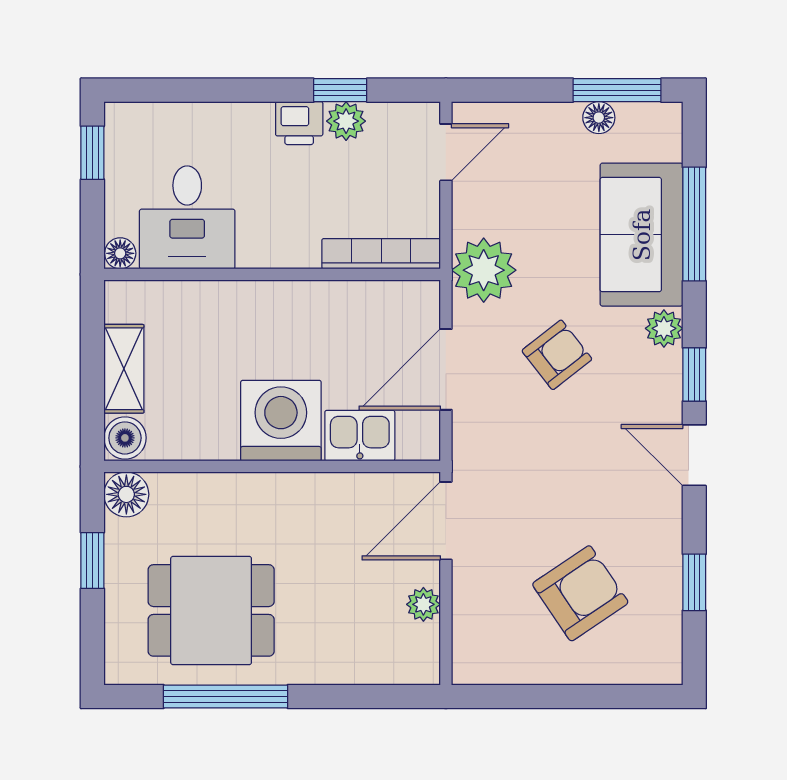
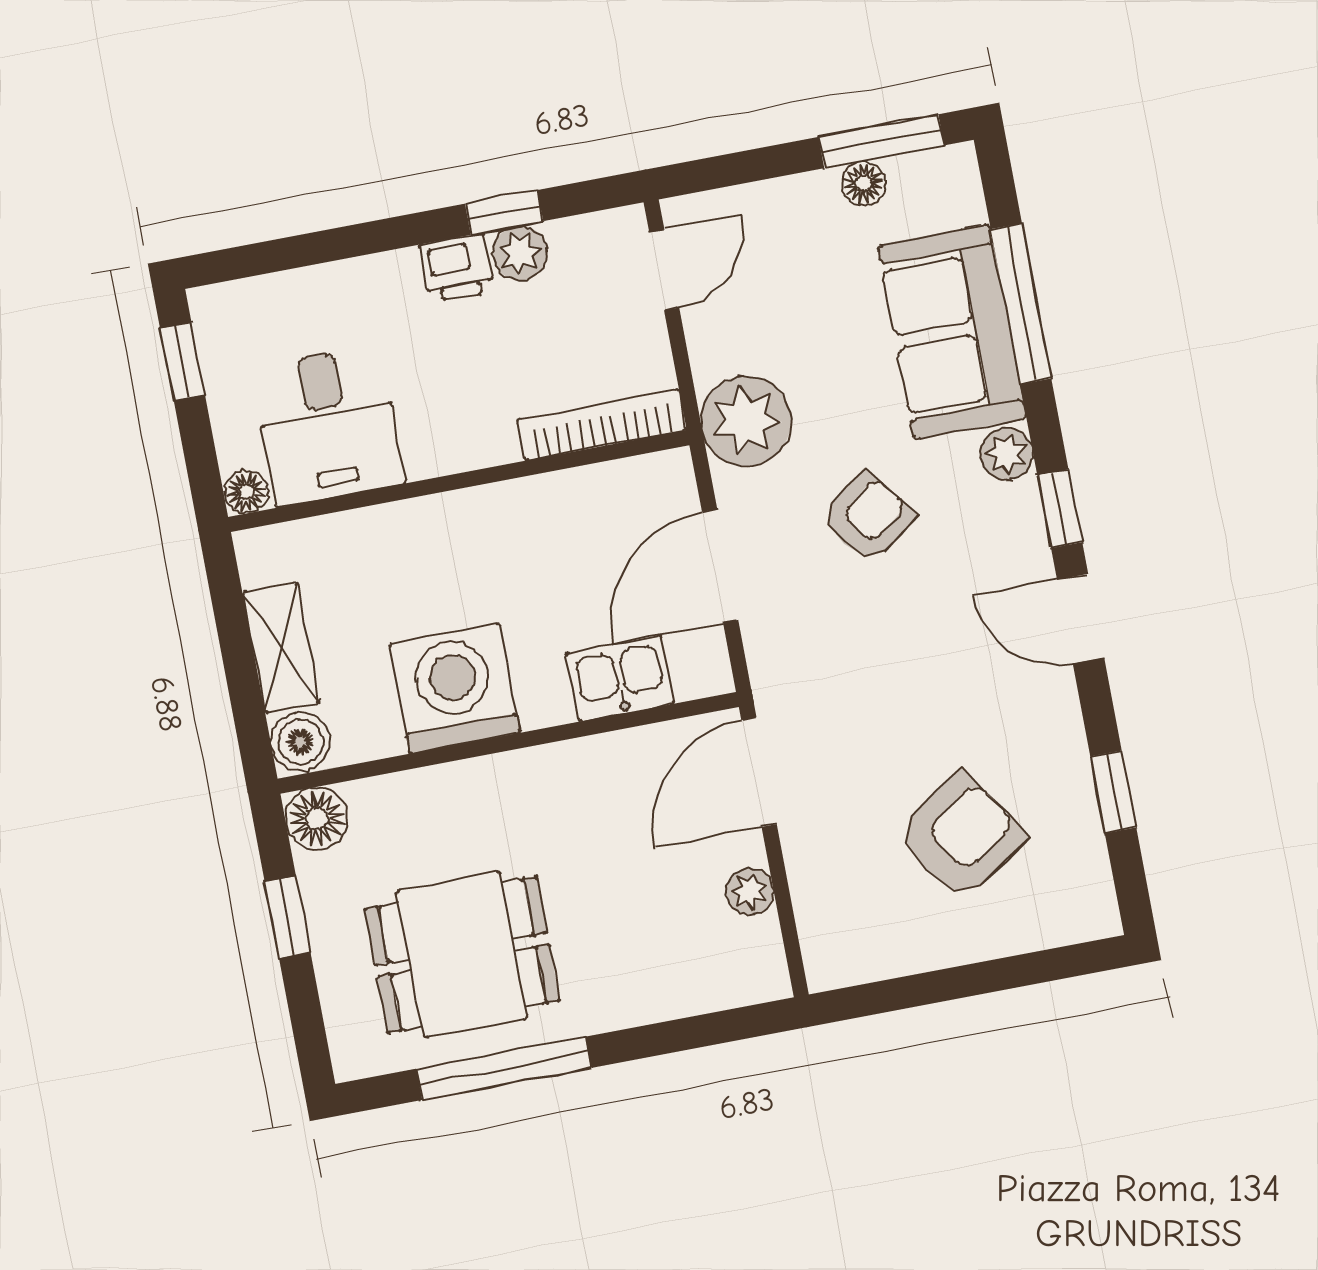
washing machine: (281, 421) -> (454, 688), moved

